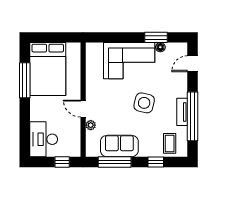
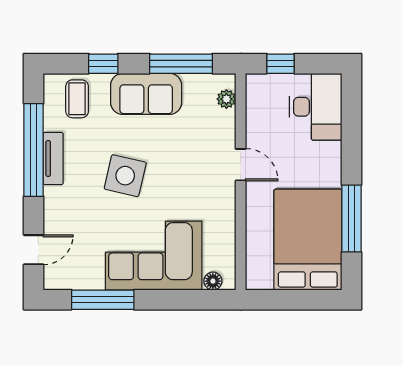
window: (156, 37) -> (103, 300), width x1.44
floor lamp: (160, 47) -> (213, 281), moved
plant: (91, 125) -> (226, 99), moved
sofa: (119, 146) -> (146, 94), moved

